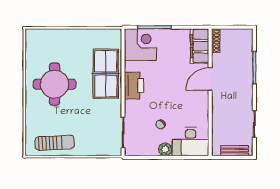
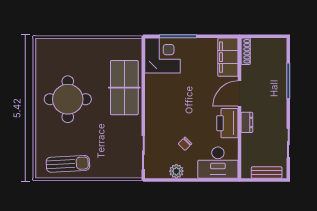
printer: (134, 86) -> (227, 123), moved, turned 180
dresser: (217, 105) -> (247, 122), added
plant: (165, 149) -> (176, 171), moved

